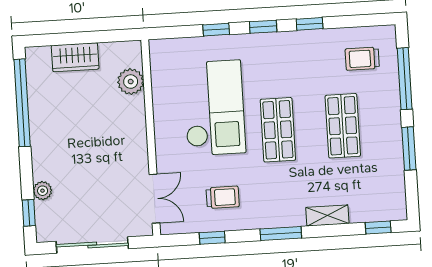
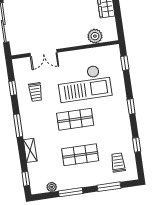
window: (310, 24) -> (137, 145), moved
window: (216, 30) -> (125, 63), moved
window: (405, 79) -> (109, 187), width x0.69
plant: (397, 182) -> (52, 187), added
double door: (154, 199) -> (43, 53), moved

